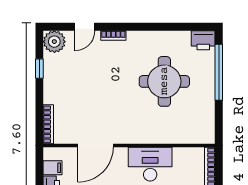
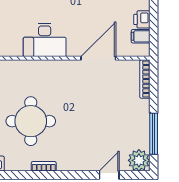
bookcase: (113, 35) -> (44, 166), moved
window: (39, 69) -> (154, 134), width x2.17

